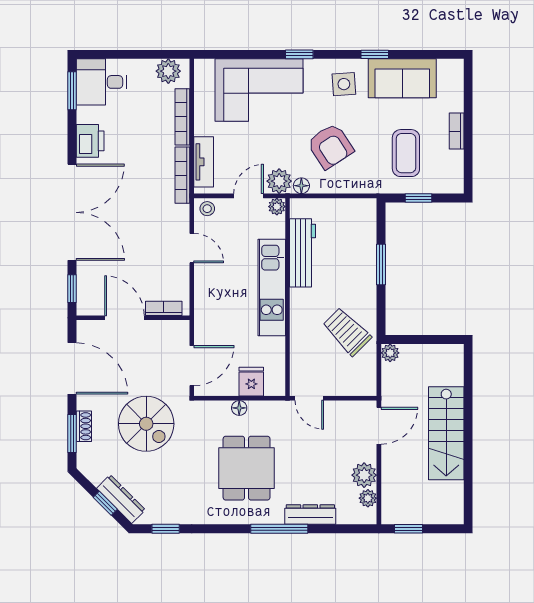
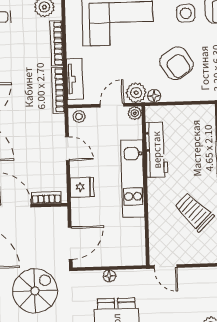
fridge: (251, 382) -> (82, 187), moved, turned 90
spiral stairs: (146, 424) -> (35, 291), turned -90

